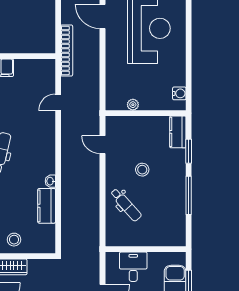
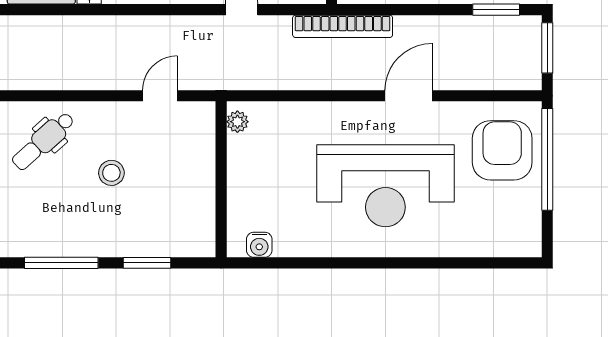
plant: (133, 105) -> (237, 122), moved
kitchen counter: (178, 132) -> (185, 242), removed

